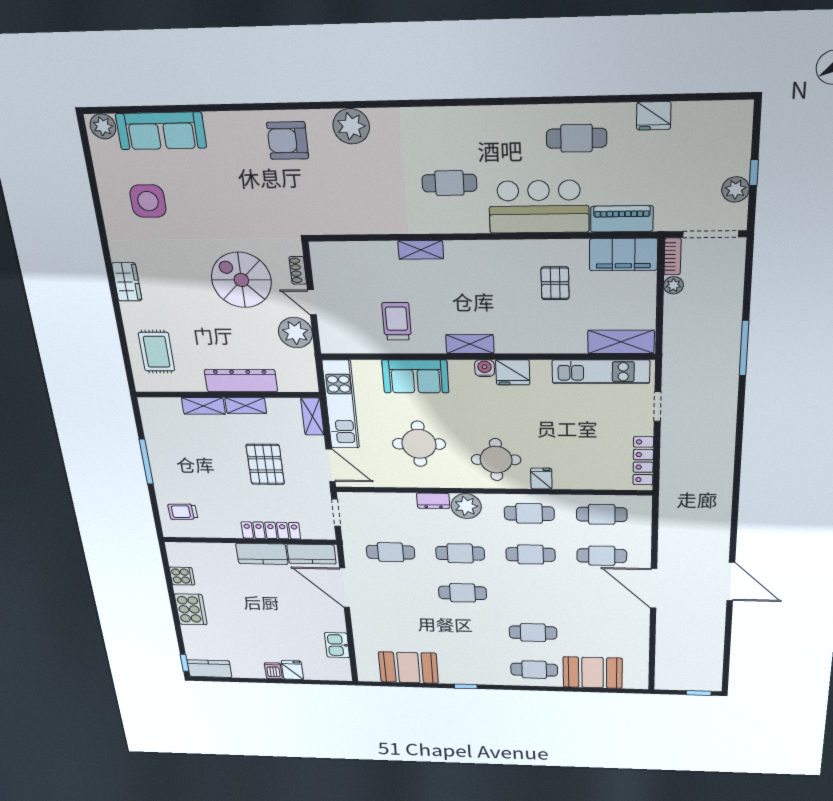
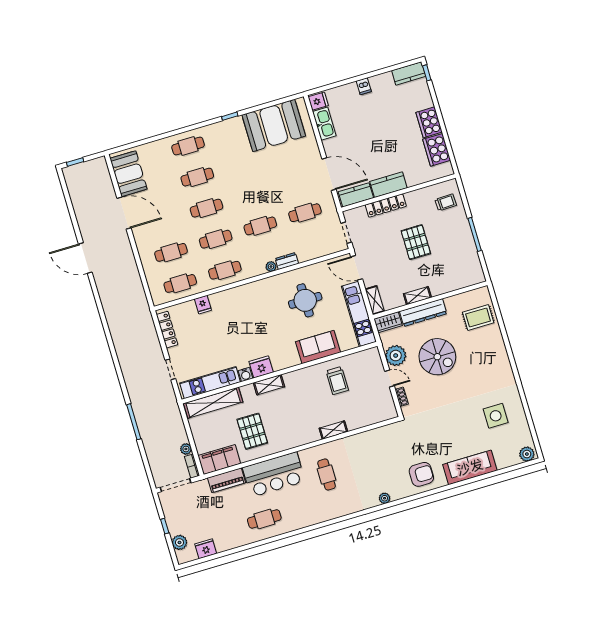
fridge: (654, 116) -> (206, 549), moved
plant: (351, 126) -> (385, 498), width x0.53, depth x0.53
sofa: (161, 131) -> (470, 467), moved
cafe table: (449, 183) -> (327, 475), turned 90
plant: (735, 189) -> (179, 542), moved
spiral stairs: (241, 280) -> (437, 357), moved
wardrobe: (127, 282) -> (388, 322), moved, turned -90
pallet: (555, 283) -> (252, 431), width x1.50, depth x1.42
shelving: (621, 342) -> (213, 403), width x1.47
shelving: (470, 344) -> (269, 385), moved
rug: (157, 352) -> (478, 318), turned 90
water cooler: (485, 368) -> (245, 375), moved
shelving: (203, 406) -> (444, 287), removed
round table: (496, 460) -> (255, 303), removed
pallet: (265, 464) -> (416, 242), moved
fridge: (541, 479) -> (203, 305), moved
plant: (466, 506) -> (271, 267), width x0.53, depth x0.53
cooker: (182, 576) -> (437, 150), width x1.87, depth x1.31
door: (654, 588) -> (124, 213), moved
cafe table: (463, 593) -> (206, 208), moved
kitchen sink: (337, 645) -> (324, 124), width x1.38
booth: (408, 668) -> (274, 125), width x1.36, depth x1.42
fridge: (292, 670) -> (318, 101), moved, turned -90
booth: (593, 673) -> (128, 174), moved, turned 90

